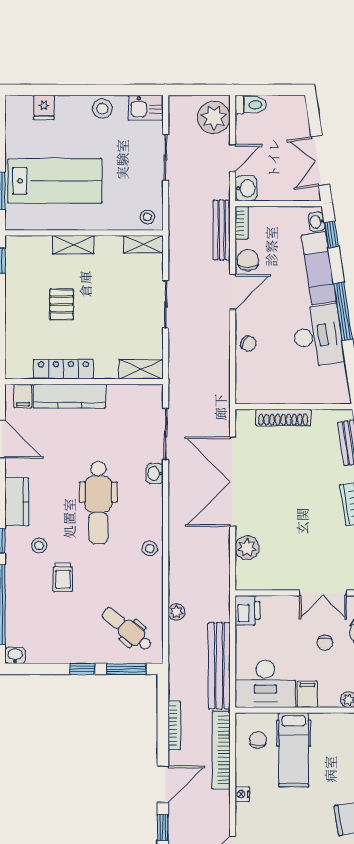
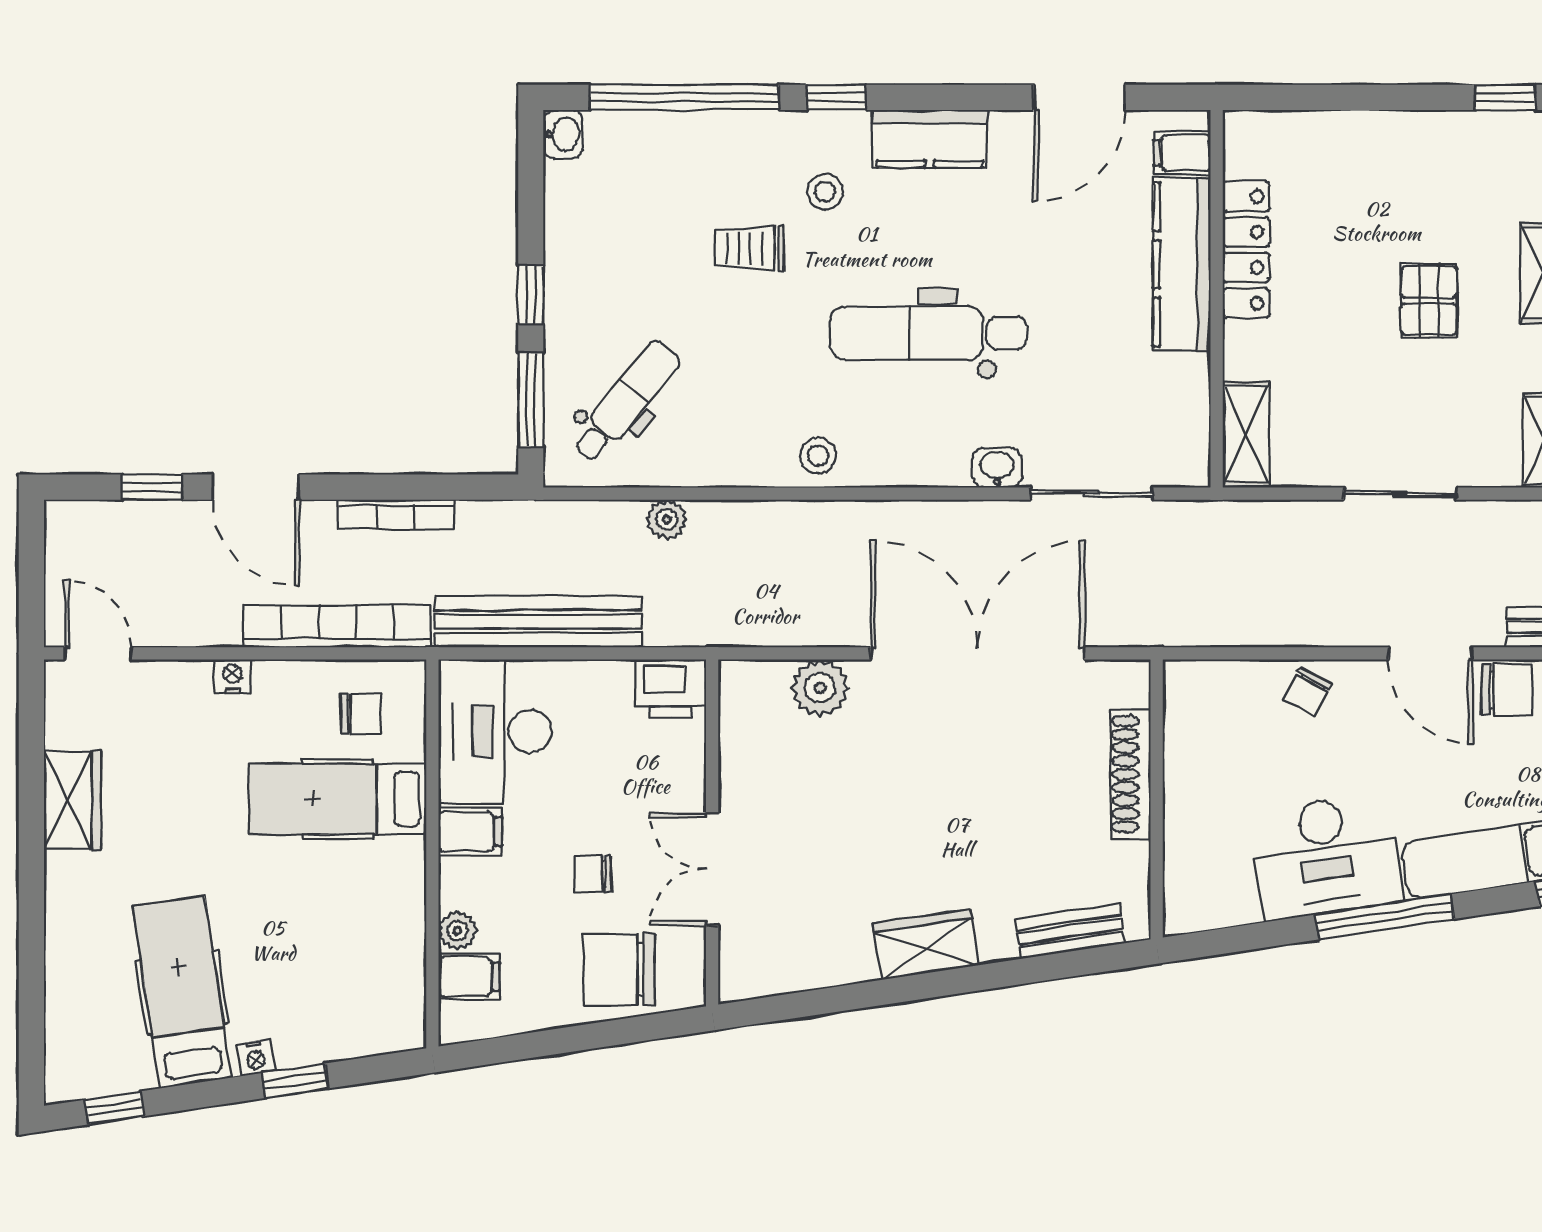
pallet: (62, 304) -> (1429, 301), moved, turned 90

